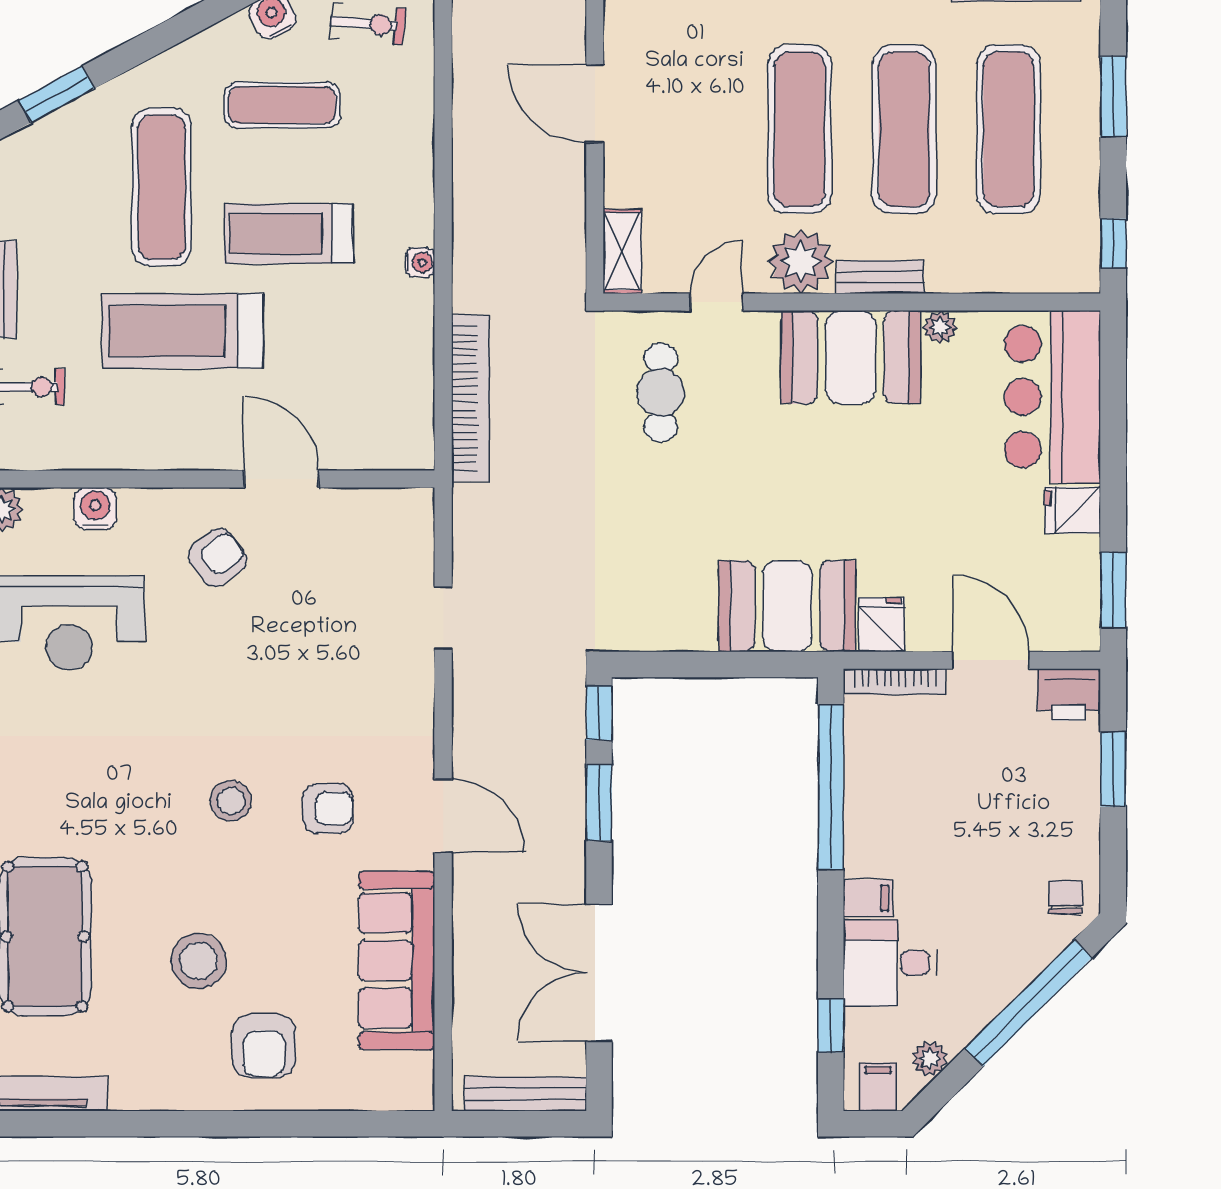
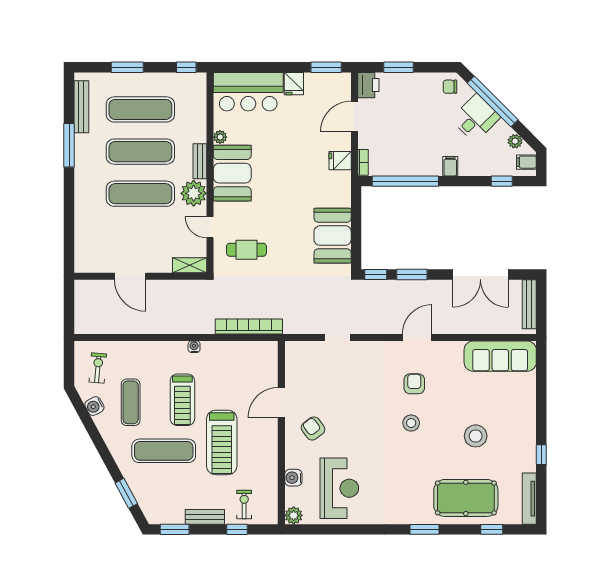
door: (595, 104) -> (130, 276), hinge flipped
booth: (787, 606) -> (333, 236), moved
bookcase: (895, 681) -> (363, 162), width x0.64
sofa: (397, 960) -> (500, 356), moved
desk: (890, 963) -> (476, 118), moved, turned -135
armchair: (264, 1046) -> (510, 410), removed
window: (152, 1124) -> (541, 455), added

